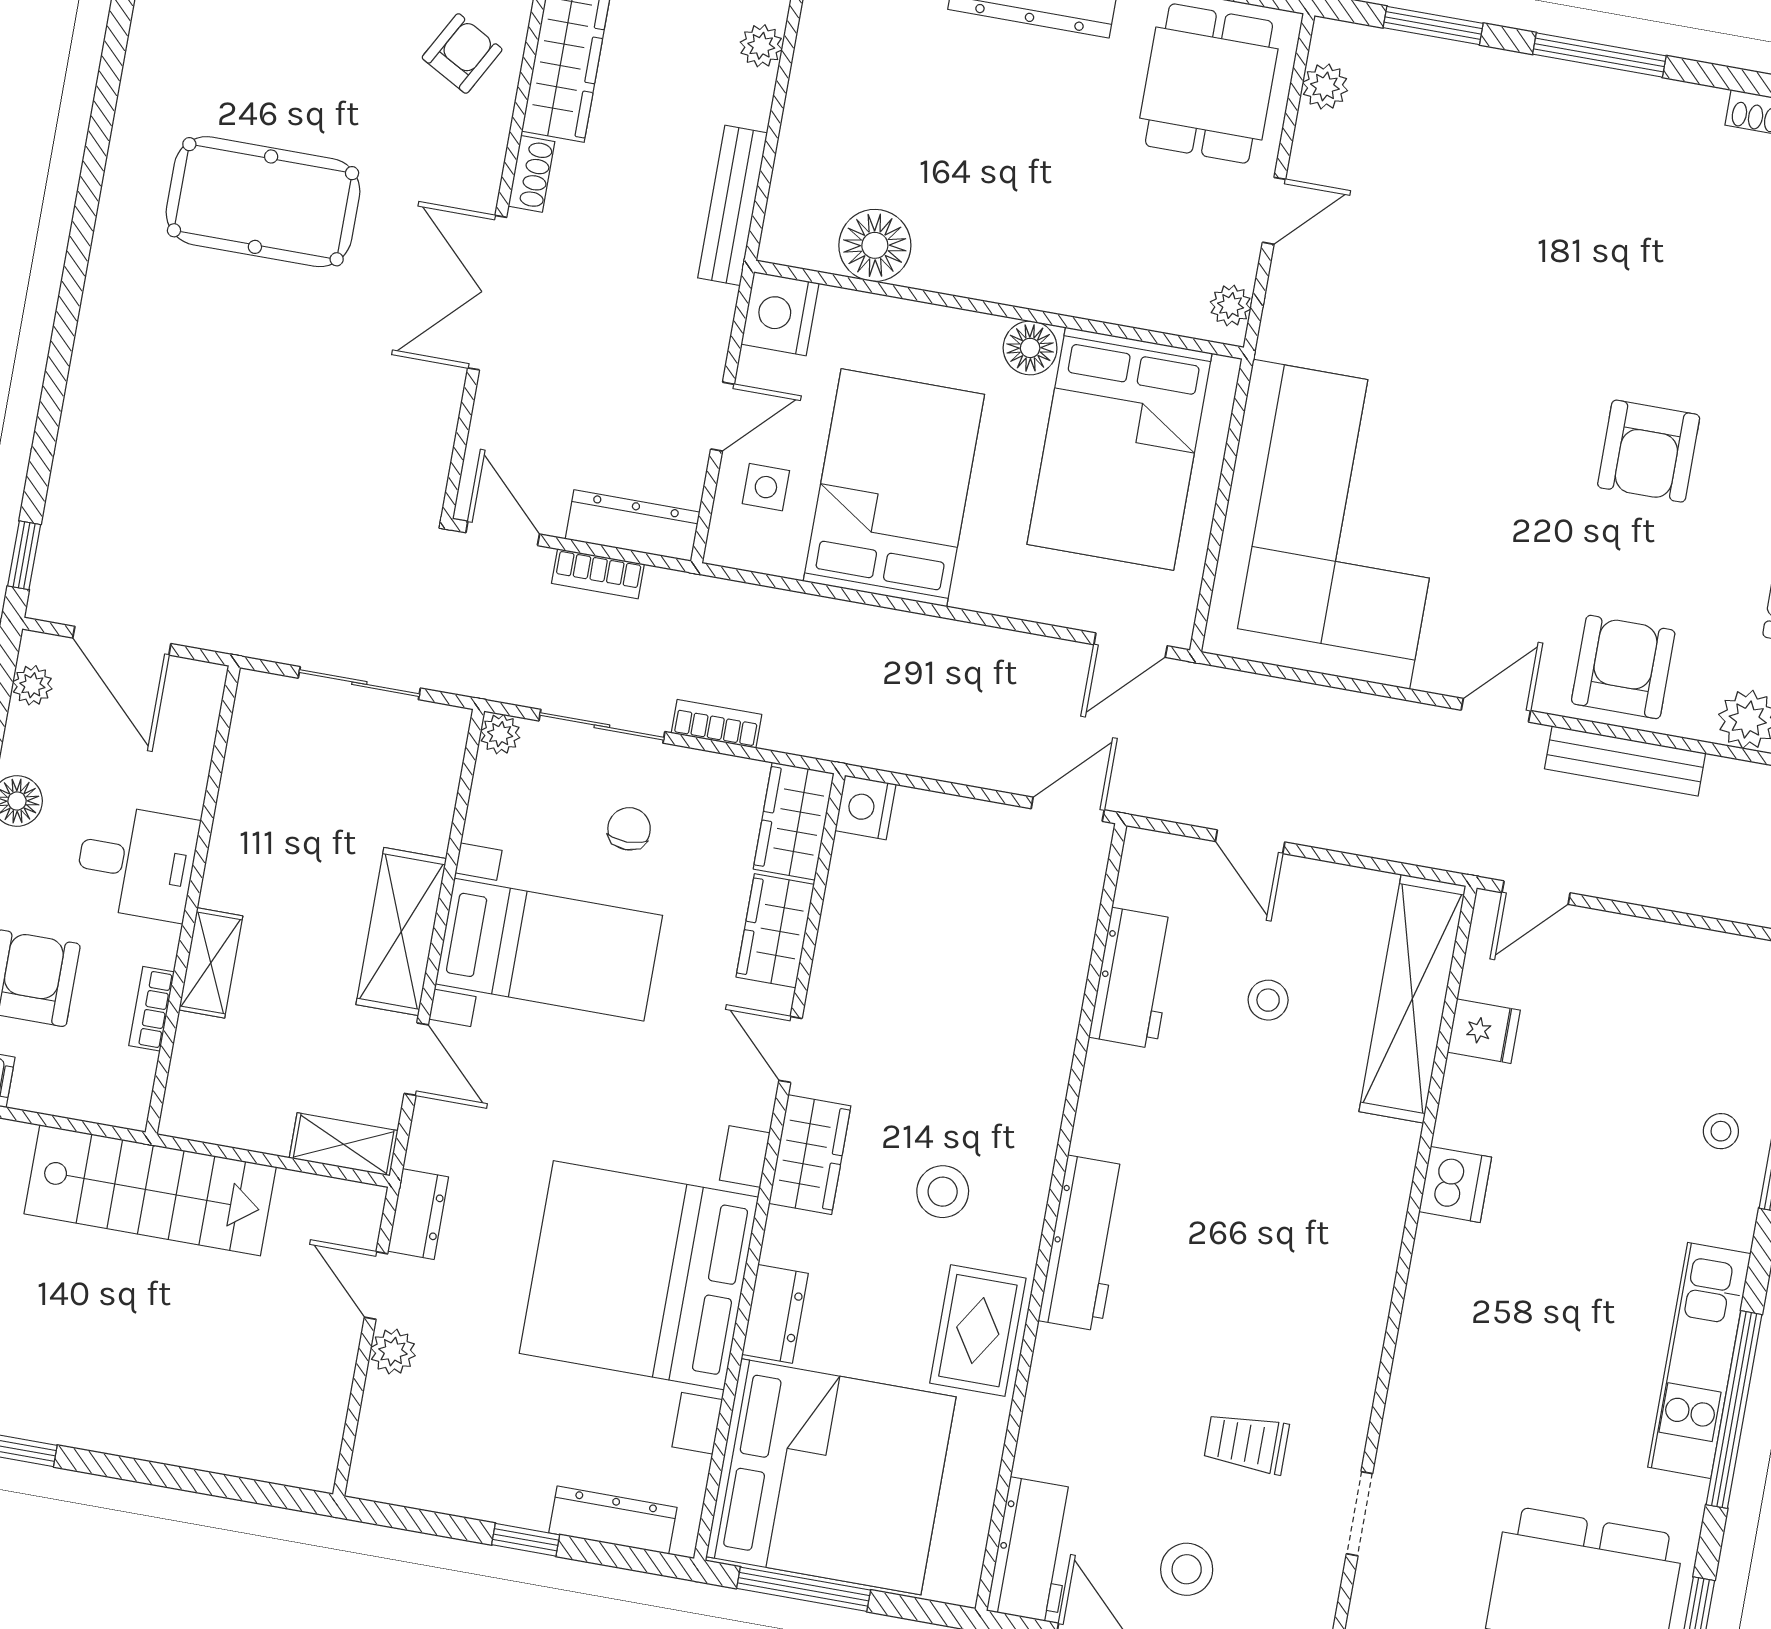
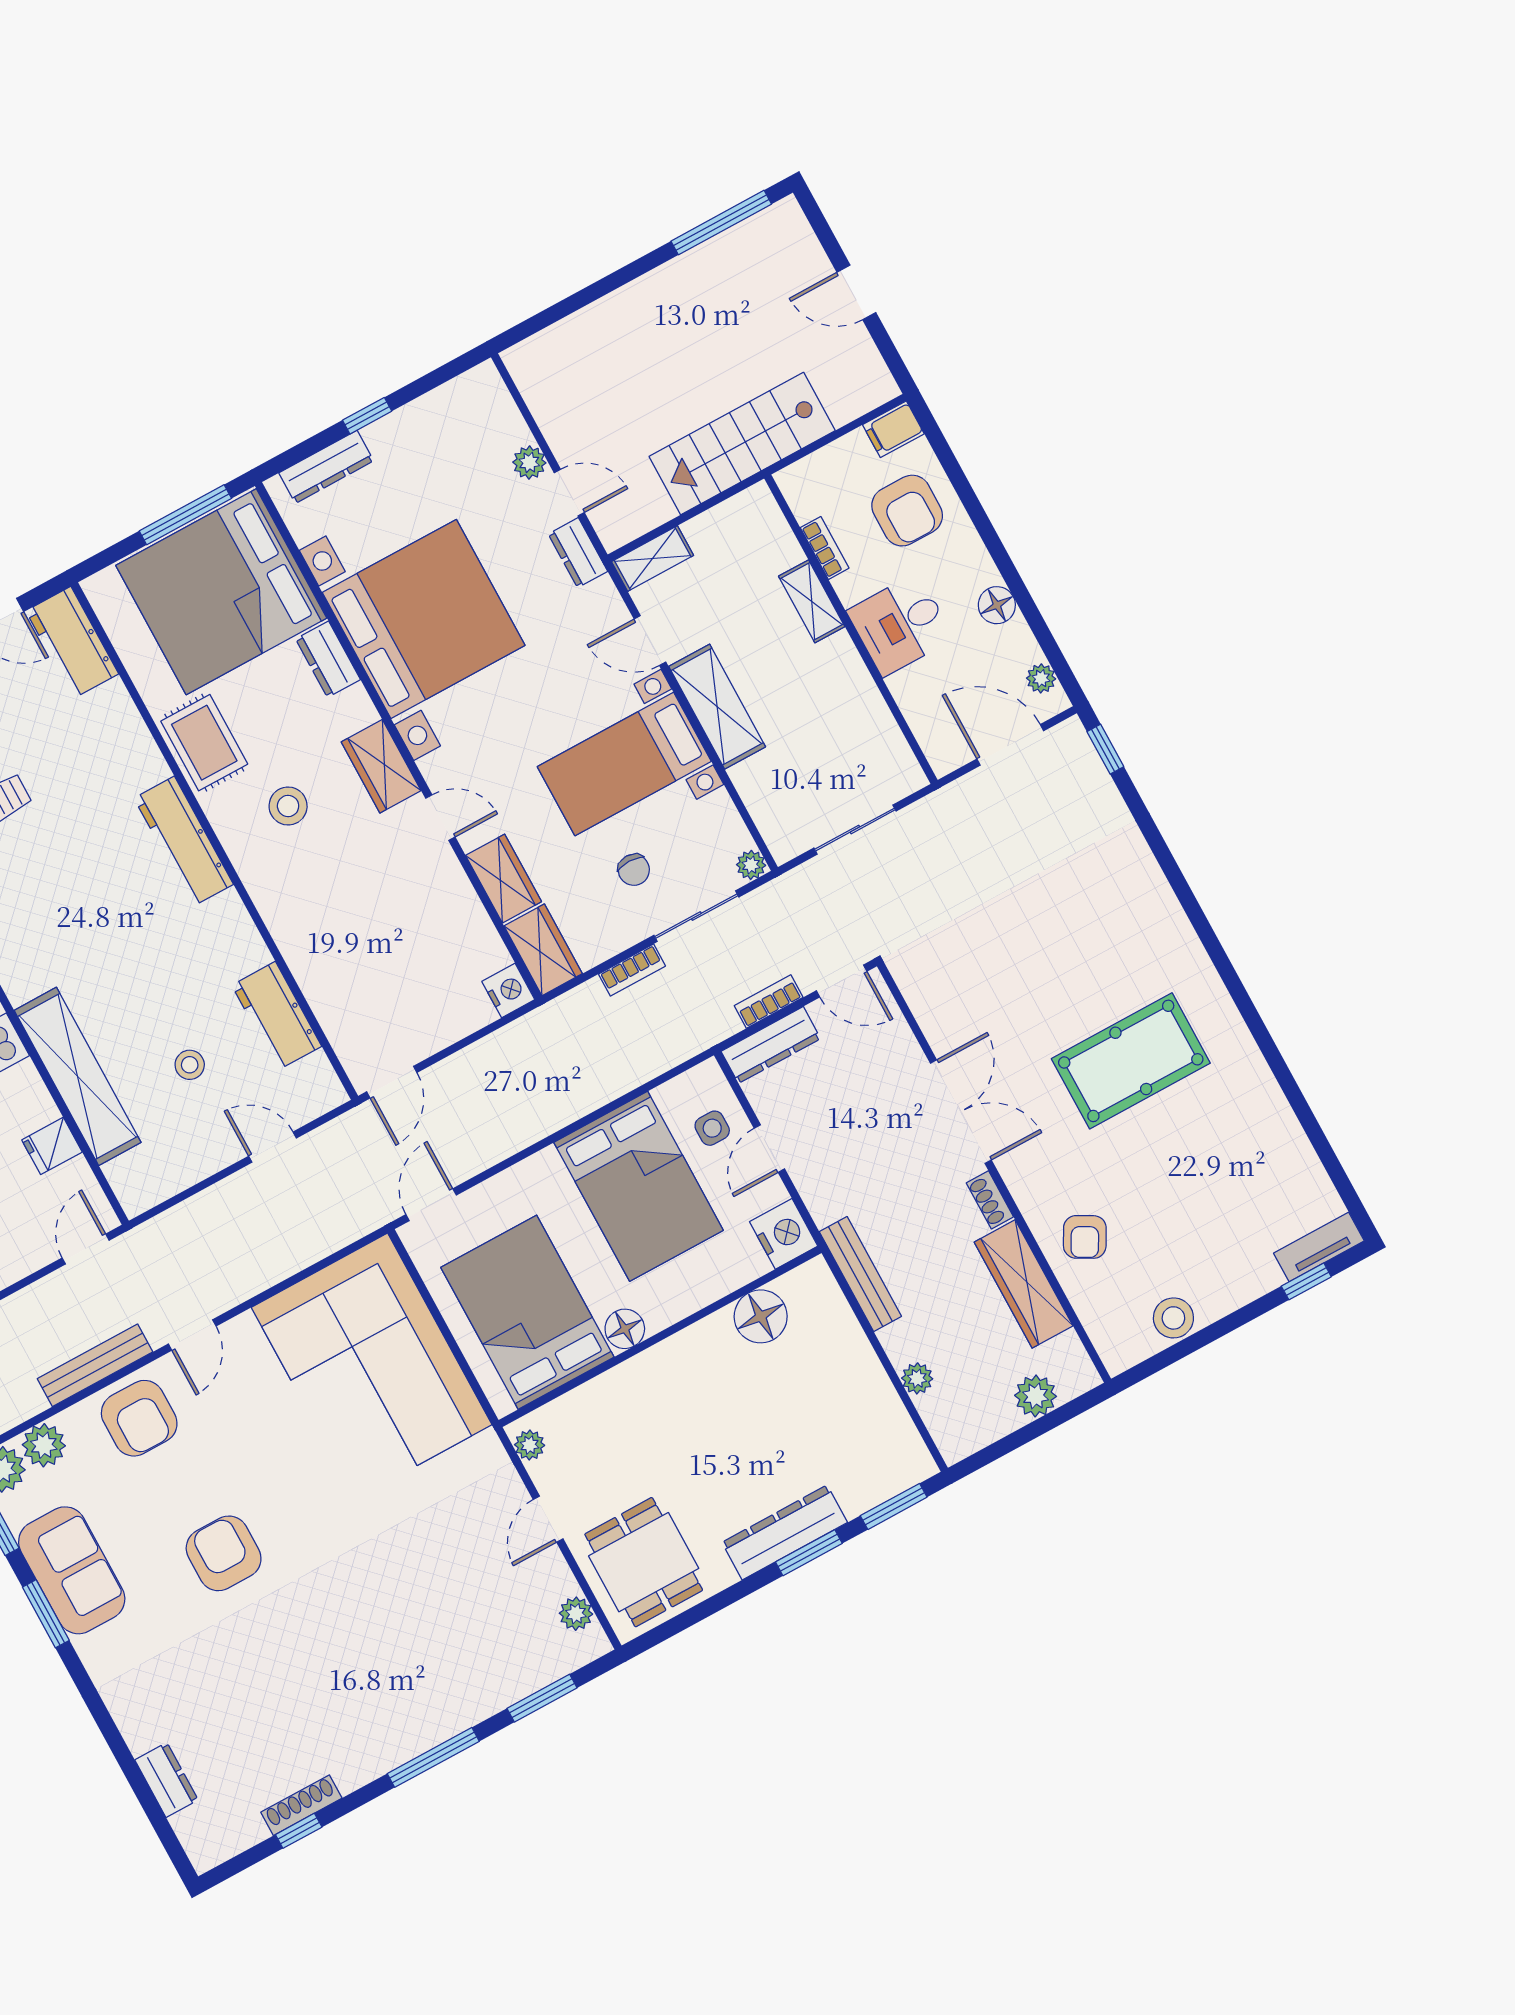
shelving: (1412, 999) -> (78, 1076), moved

